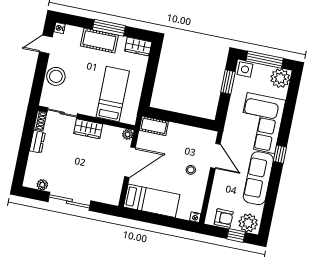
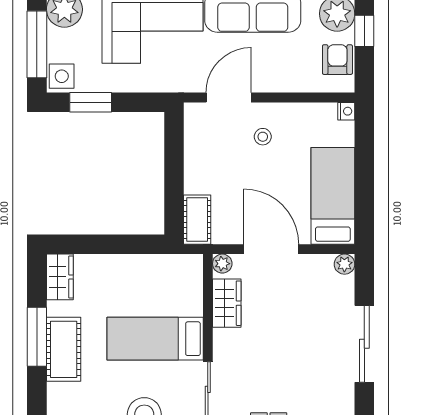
bed: (113, 94) -> (155, 339), moved
wardrobe: (88, 129) -> (227, 303), moved
plant: (42, 185) -> (344, 264), moved

